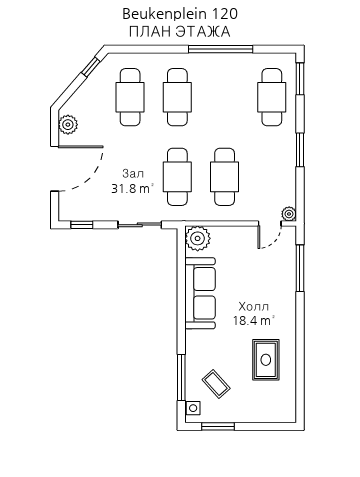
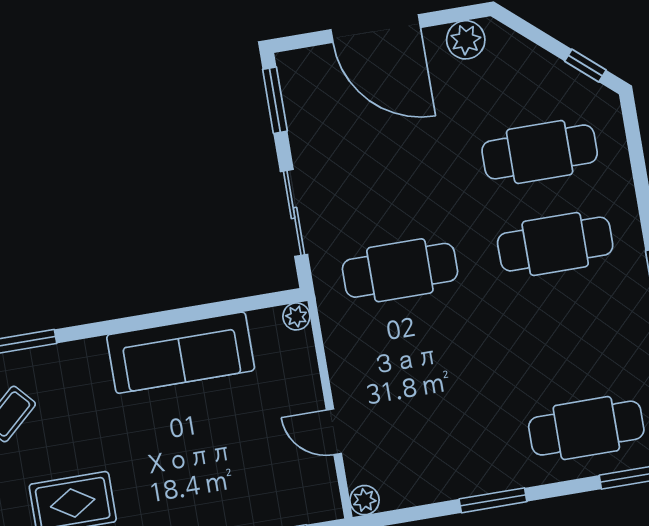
cafe table: (225, 177) -> (416, 362), removed
door: (270, 223) -> (334, 432), moved
window: (82, 225) -> (275, 100), width x1.50
plant: (198, 238) -> (296, 316), width x0.53, depth x0.53

